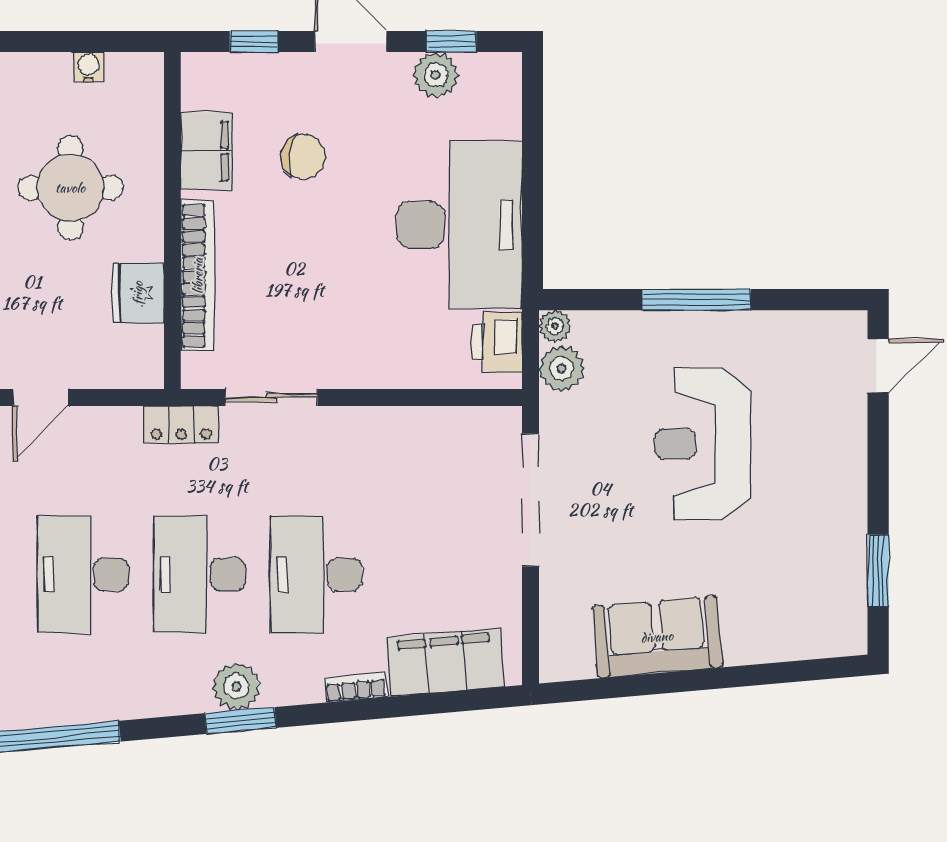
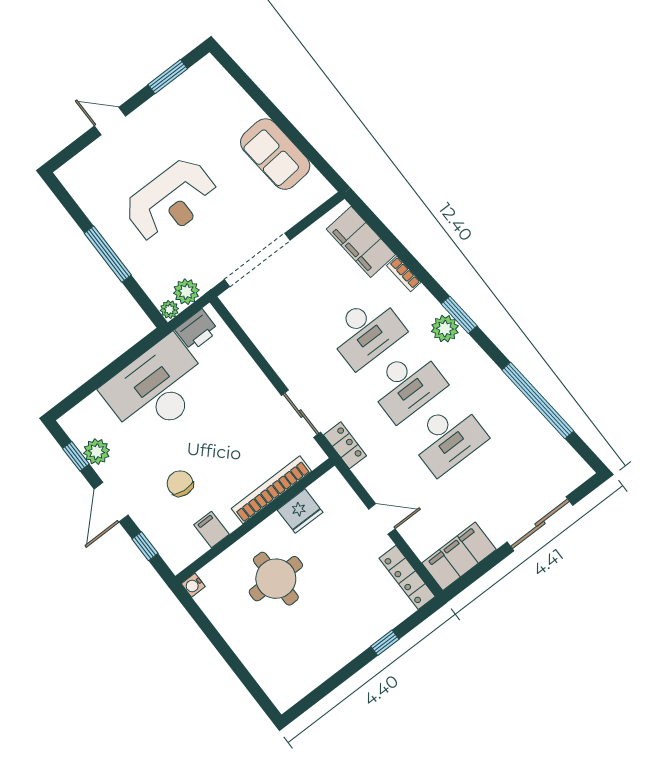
water cooler: (88, 67) -> (193, 585), moved
filing cabinet: (206, 151) -> (212, 530), width x0.50
door: (878, 366) -> (110, 121), moved

